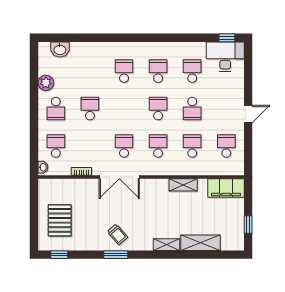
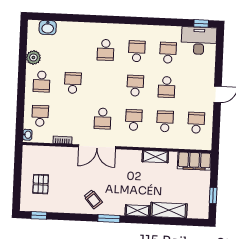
school desk: (124, 71) -> (106, 50), turned 180
school desk: (124, 146) -> (103, 119), turned 180
pallet: (60, 220) -> (41, 184), width x0.67, depth x0.71
window: (116, 255) -> (109, 218), moved

